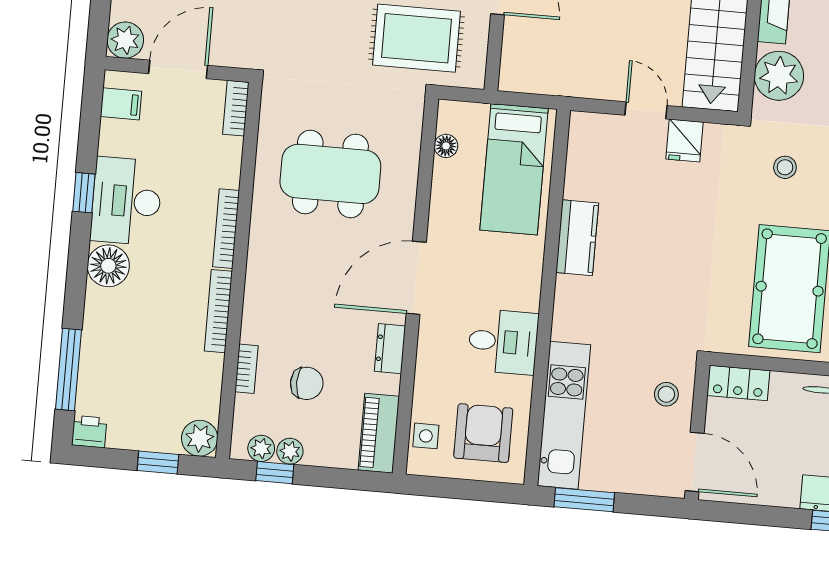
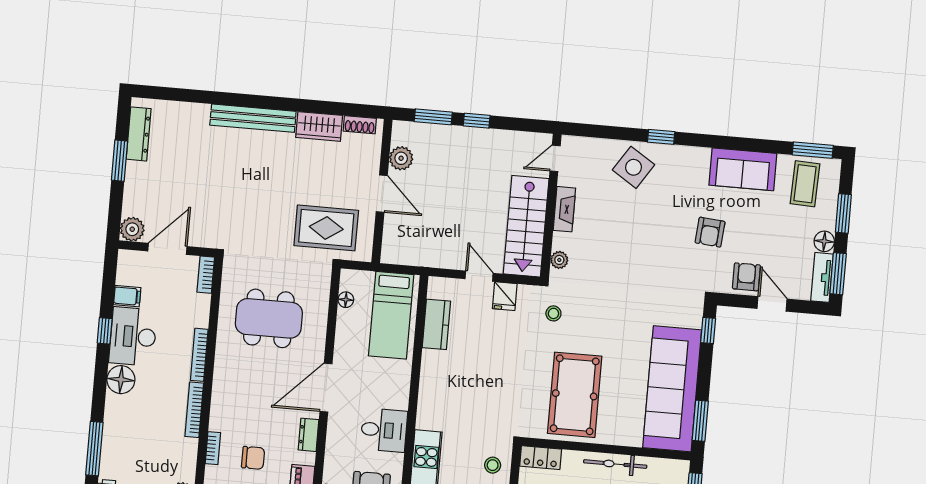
plant: (779, 76) -> (559, 260), width x0.53, depth x0.53
filing cabinet: (121, 104) -> (127, 296), moved
stool: (785, 167) -> (553, 313), moved
kitchen counter: (577, 238) -> (436, 324), moved

